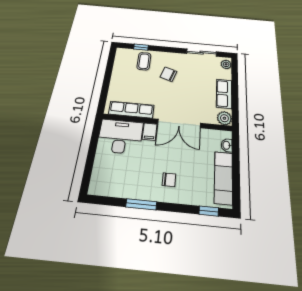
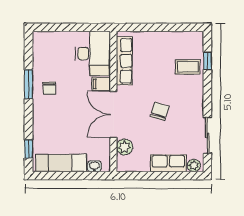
chair: (168, 74) -> (160, 111), moved
row of seats: (224, 94) -> (168, 163), moved
plant: (224, 118) -> (124, 147), moved
chair: (169, 180) -> (49, 88), moved

